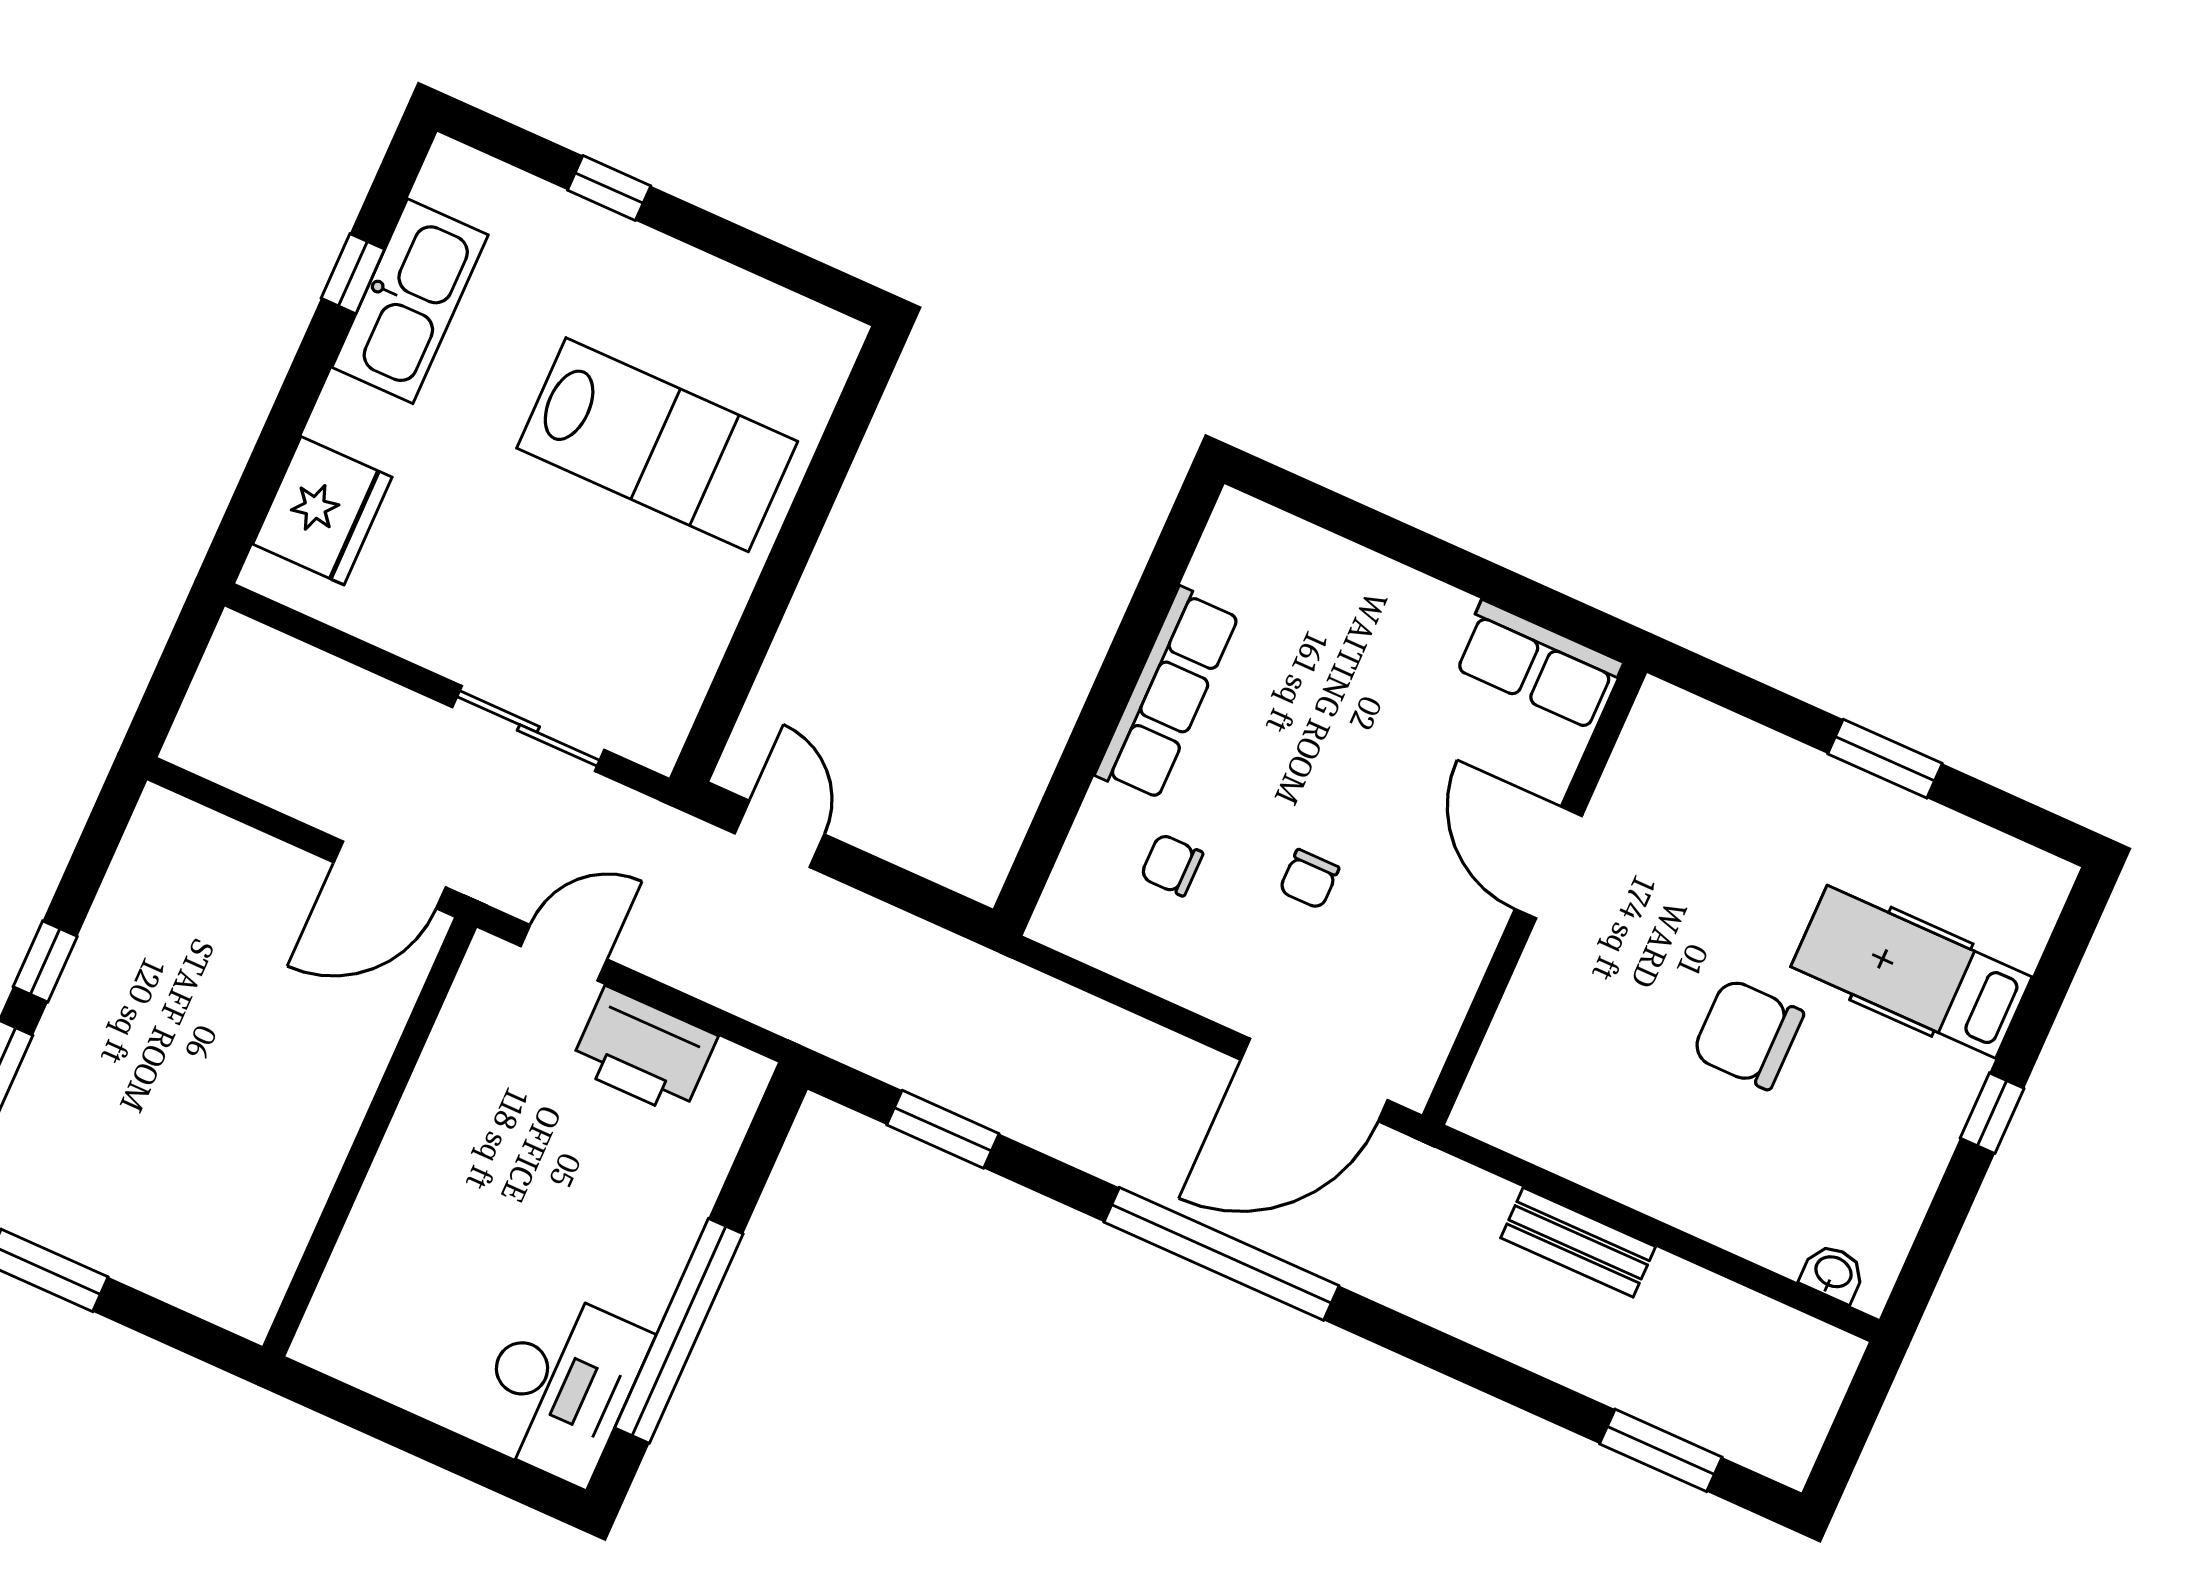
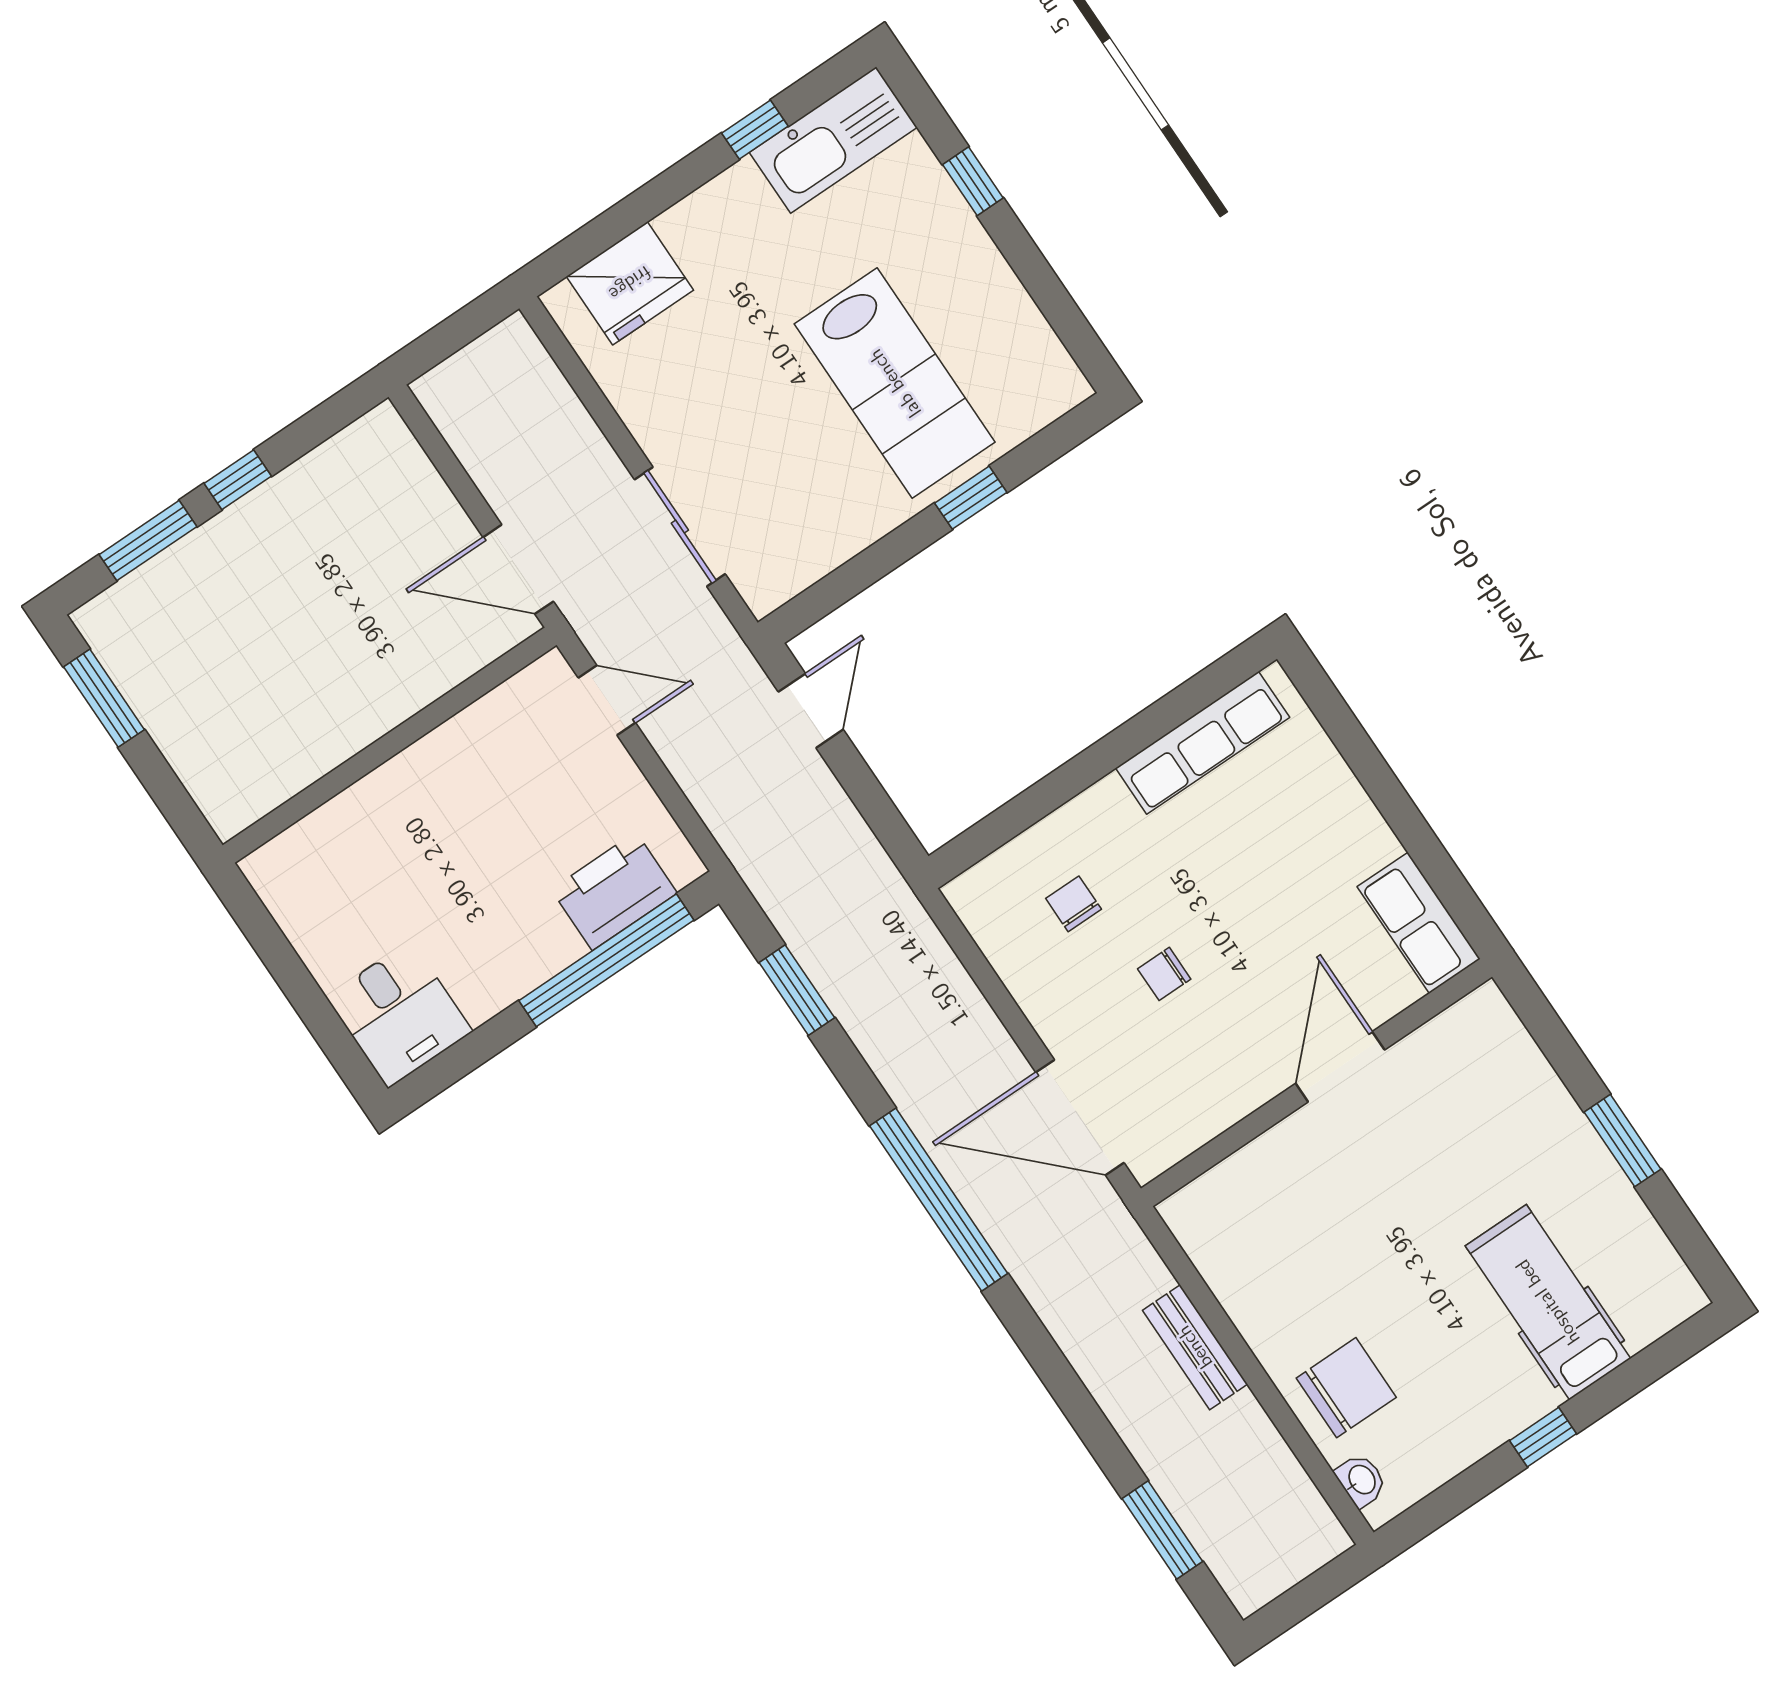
kitchen sink: (410, 301) -> (833, 140), moved
window: (808, 514) -> (971, 498), added
row of seats: (1167, 694) -> (1203, 743), moved
chair: (1748, 1034) -> (1346, 1388), moved, turned 90
printer: (644, 1051) -> (614, 891), moved, turned 90
window: (679, 1331) -> (606, 960), moved
desk: (560, 1385) -> (399, 1014), width x0.73

